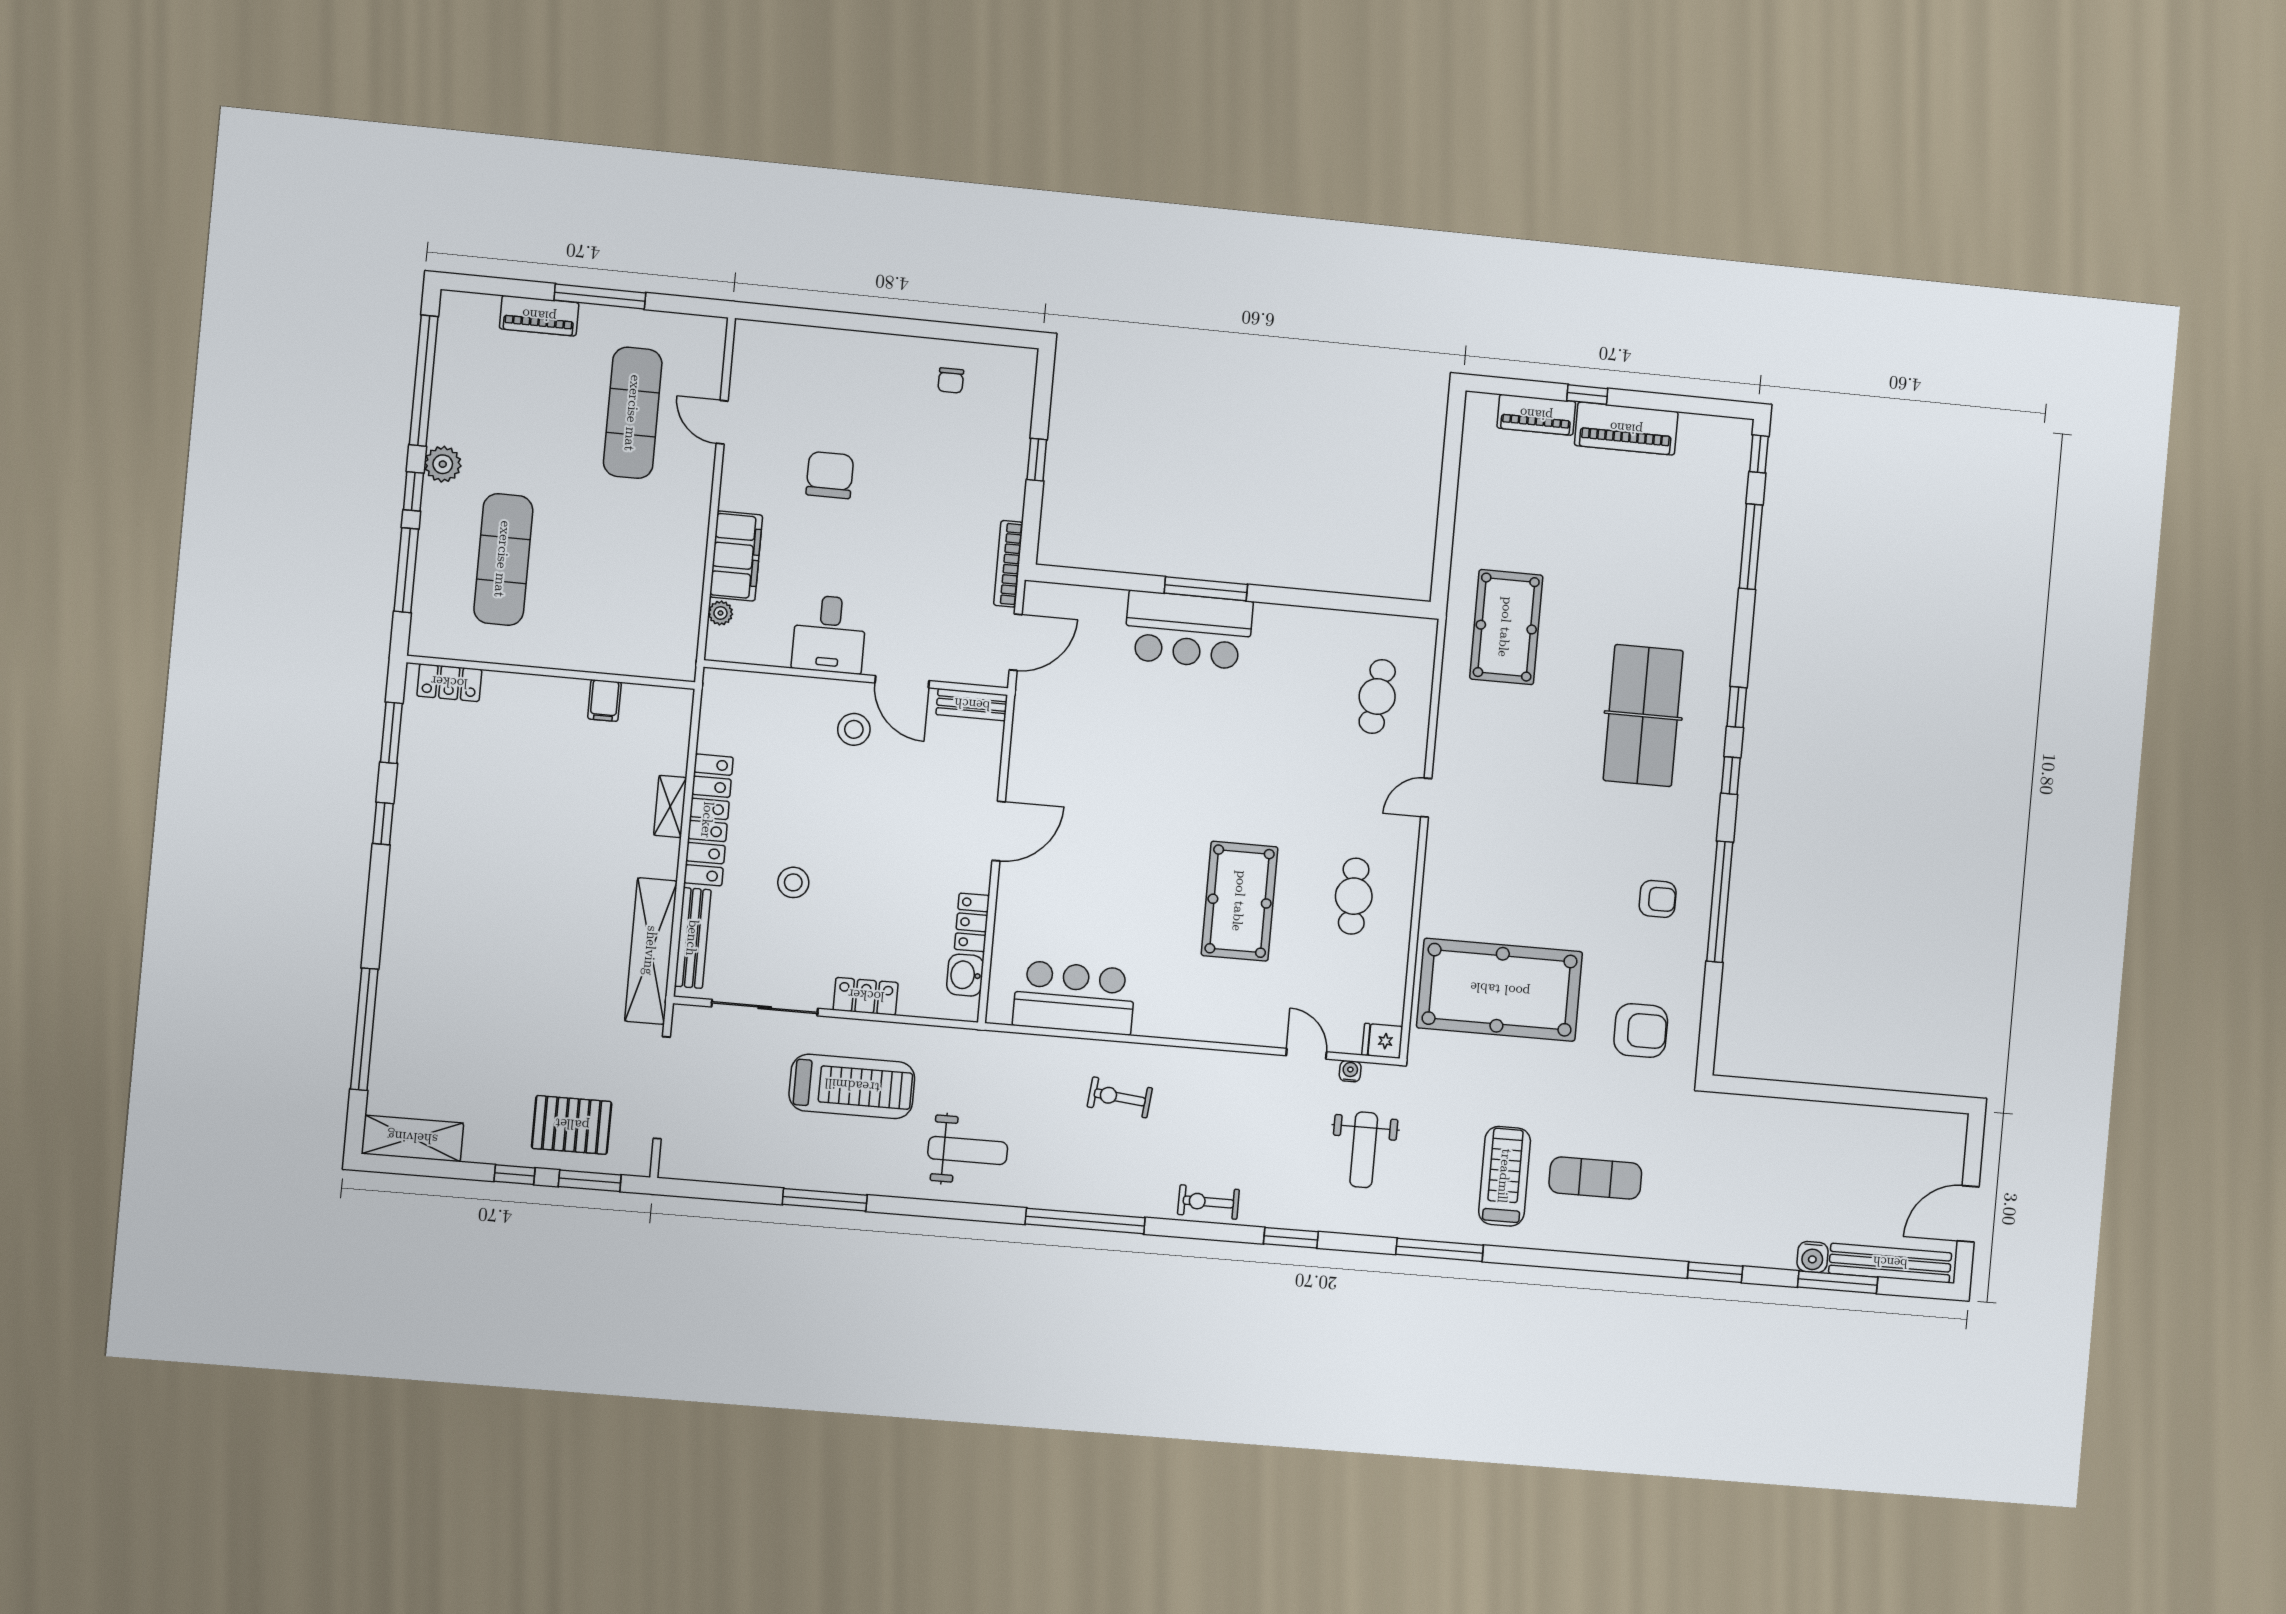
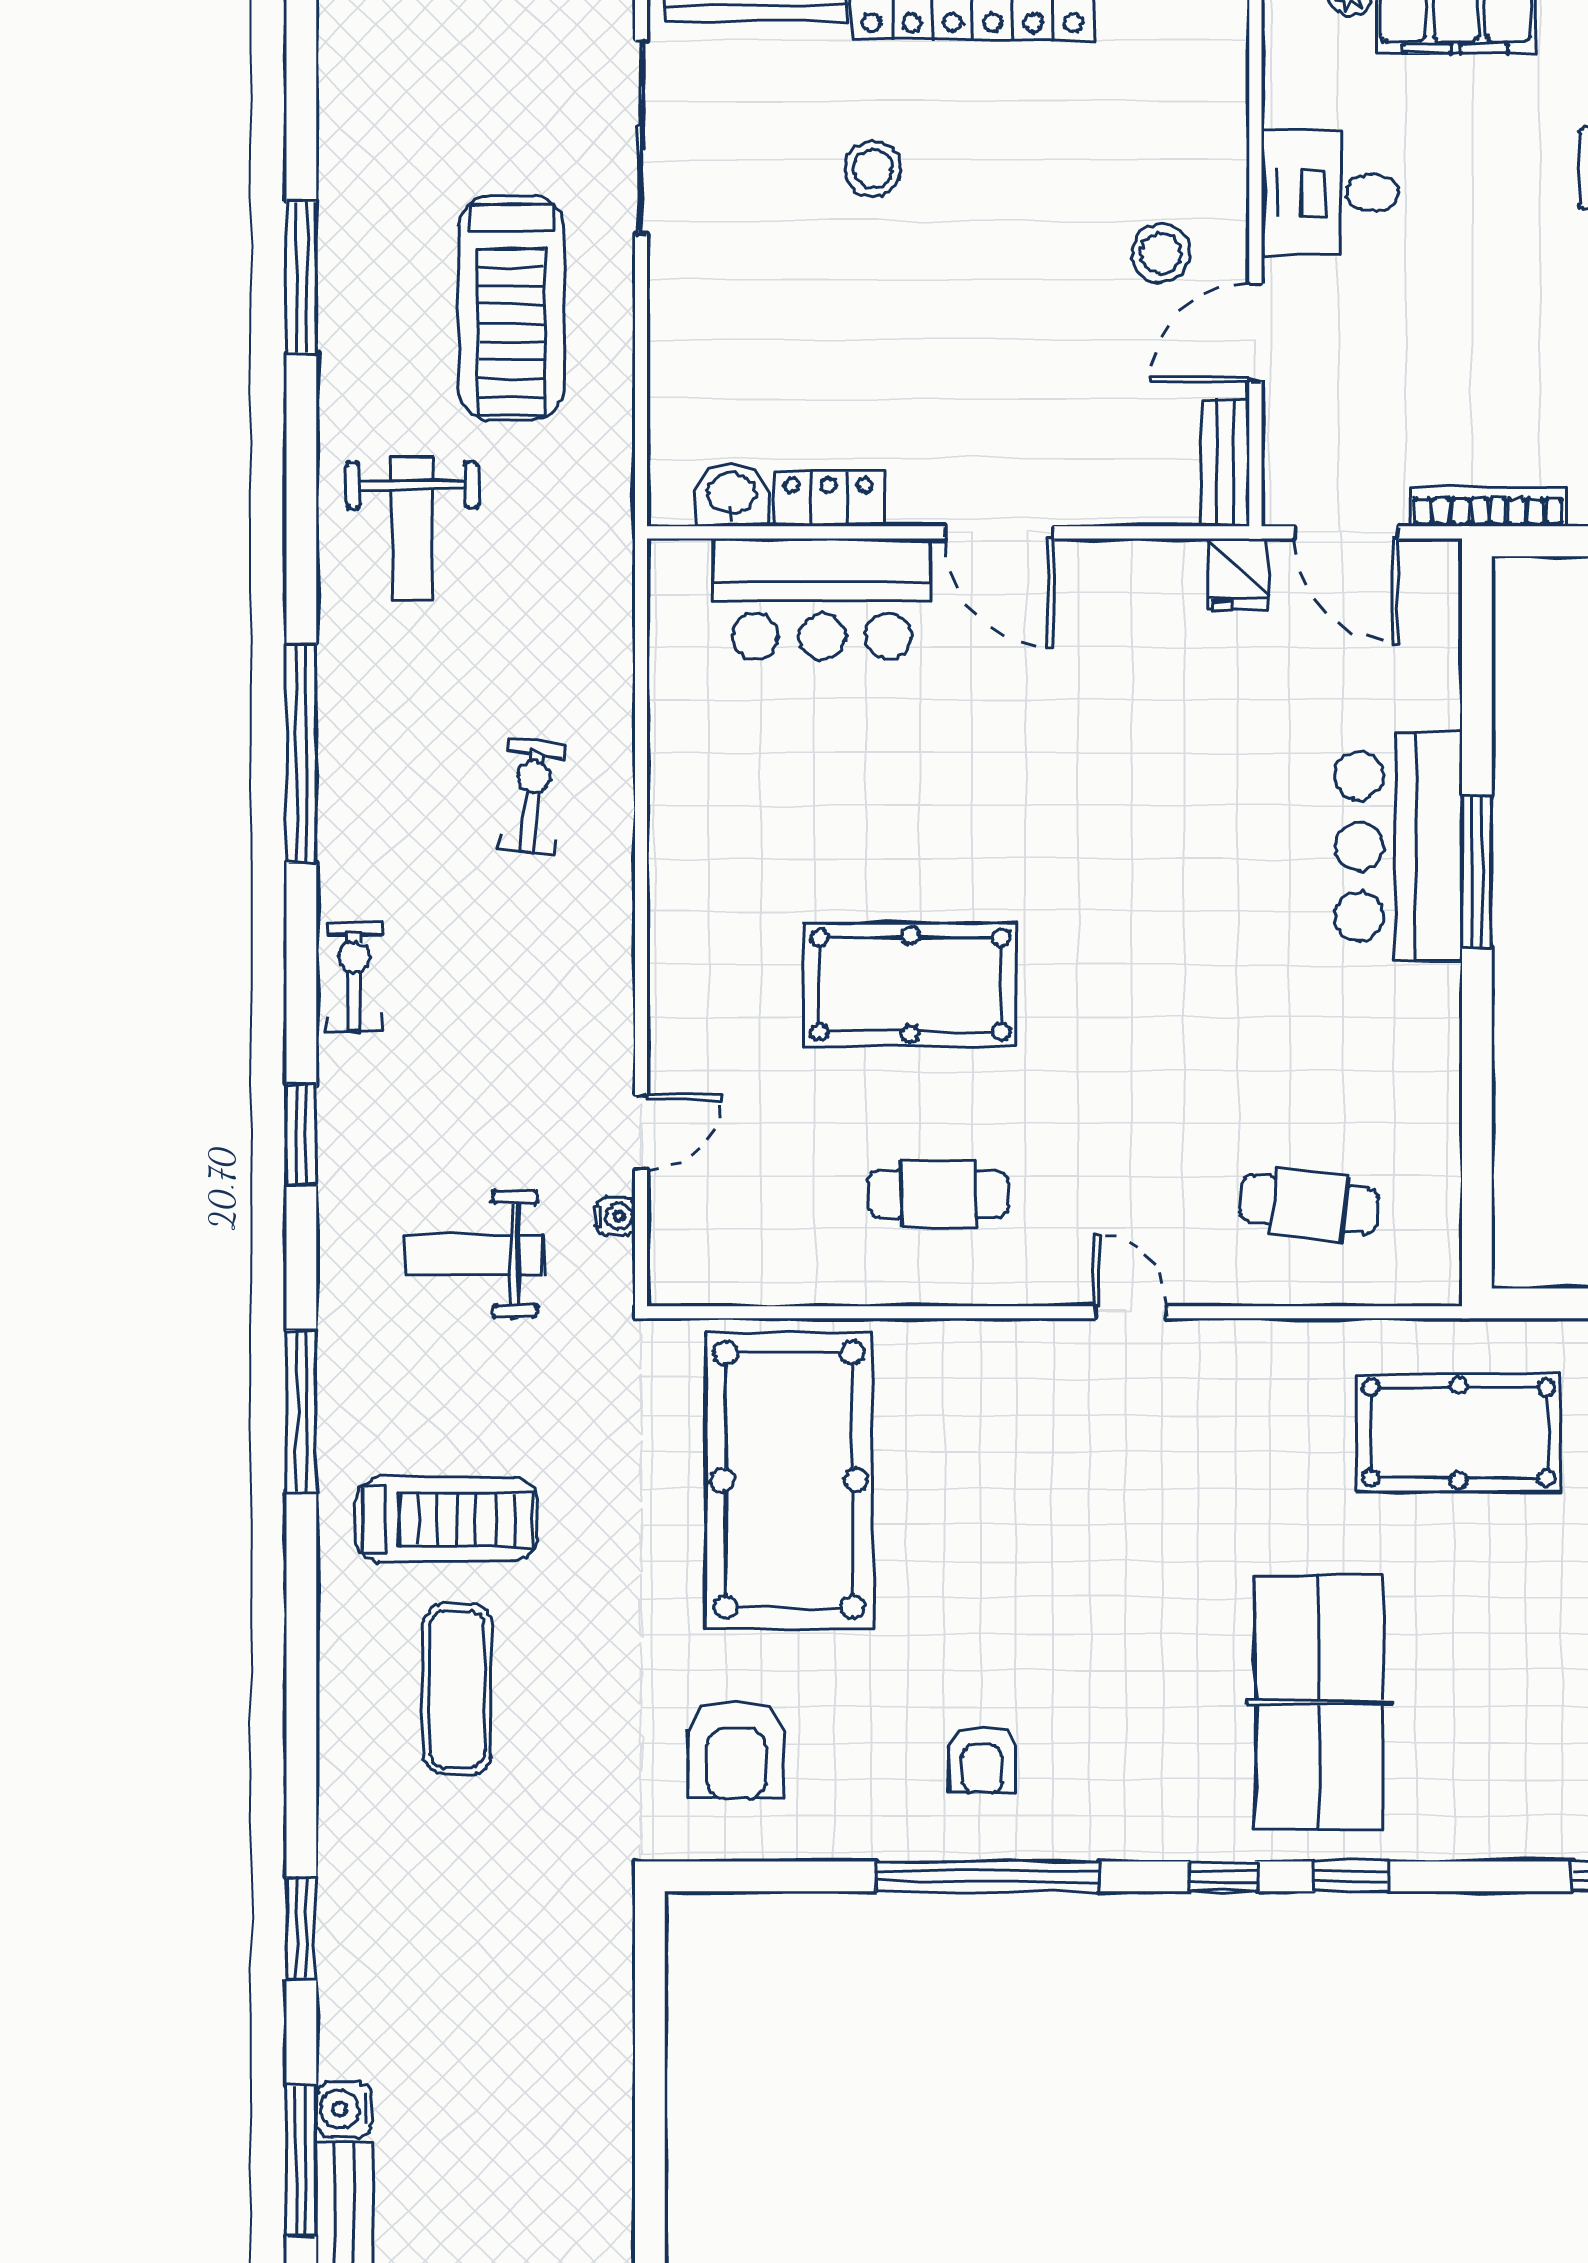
table tennis table: (1643, 716) -> (1319, 1702), turned 90
locker: (866, 996) -> (677, 318), removed
bar counter: (1074, 998) -> (822, 599), moved, turned 90
fridge: (1382, 1041) -> (1237, 574), moved, turned 180

